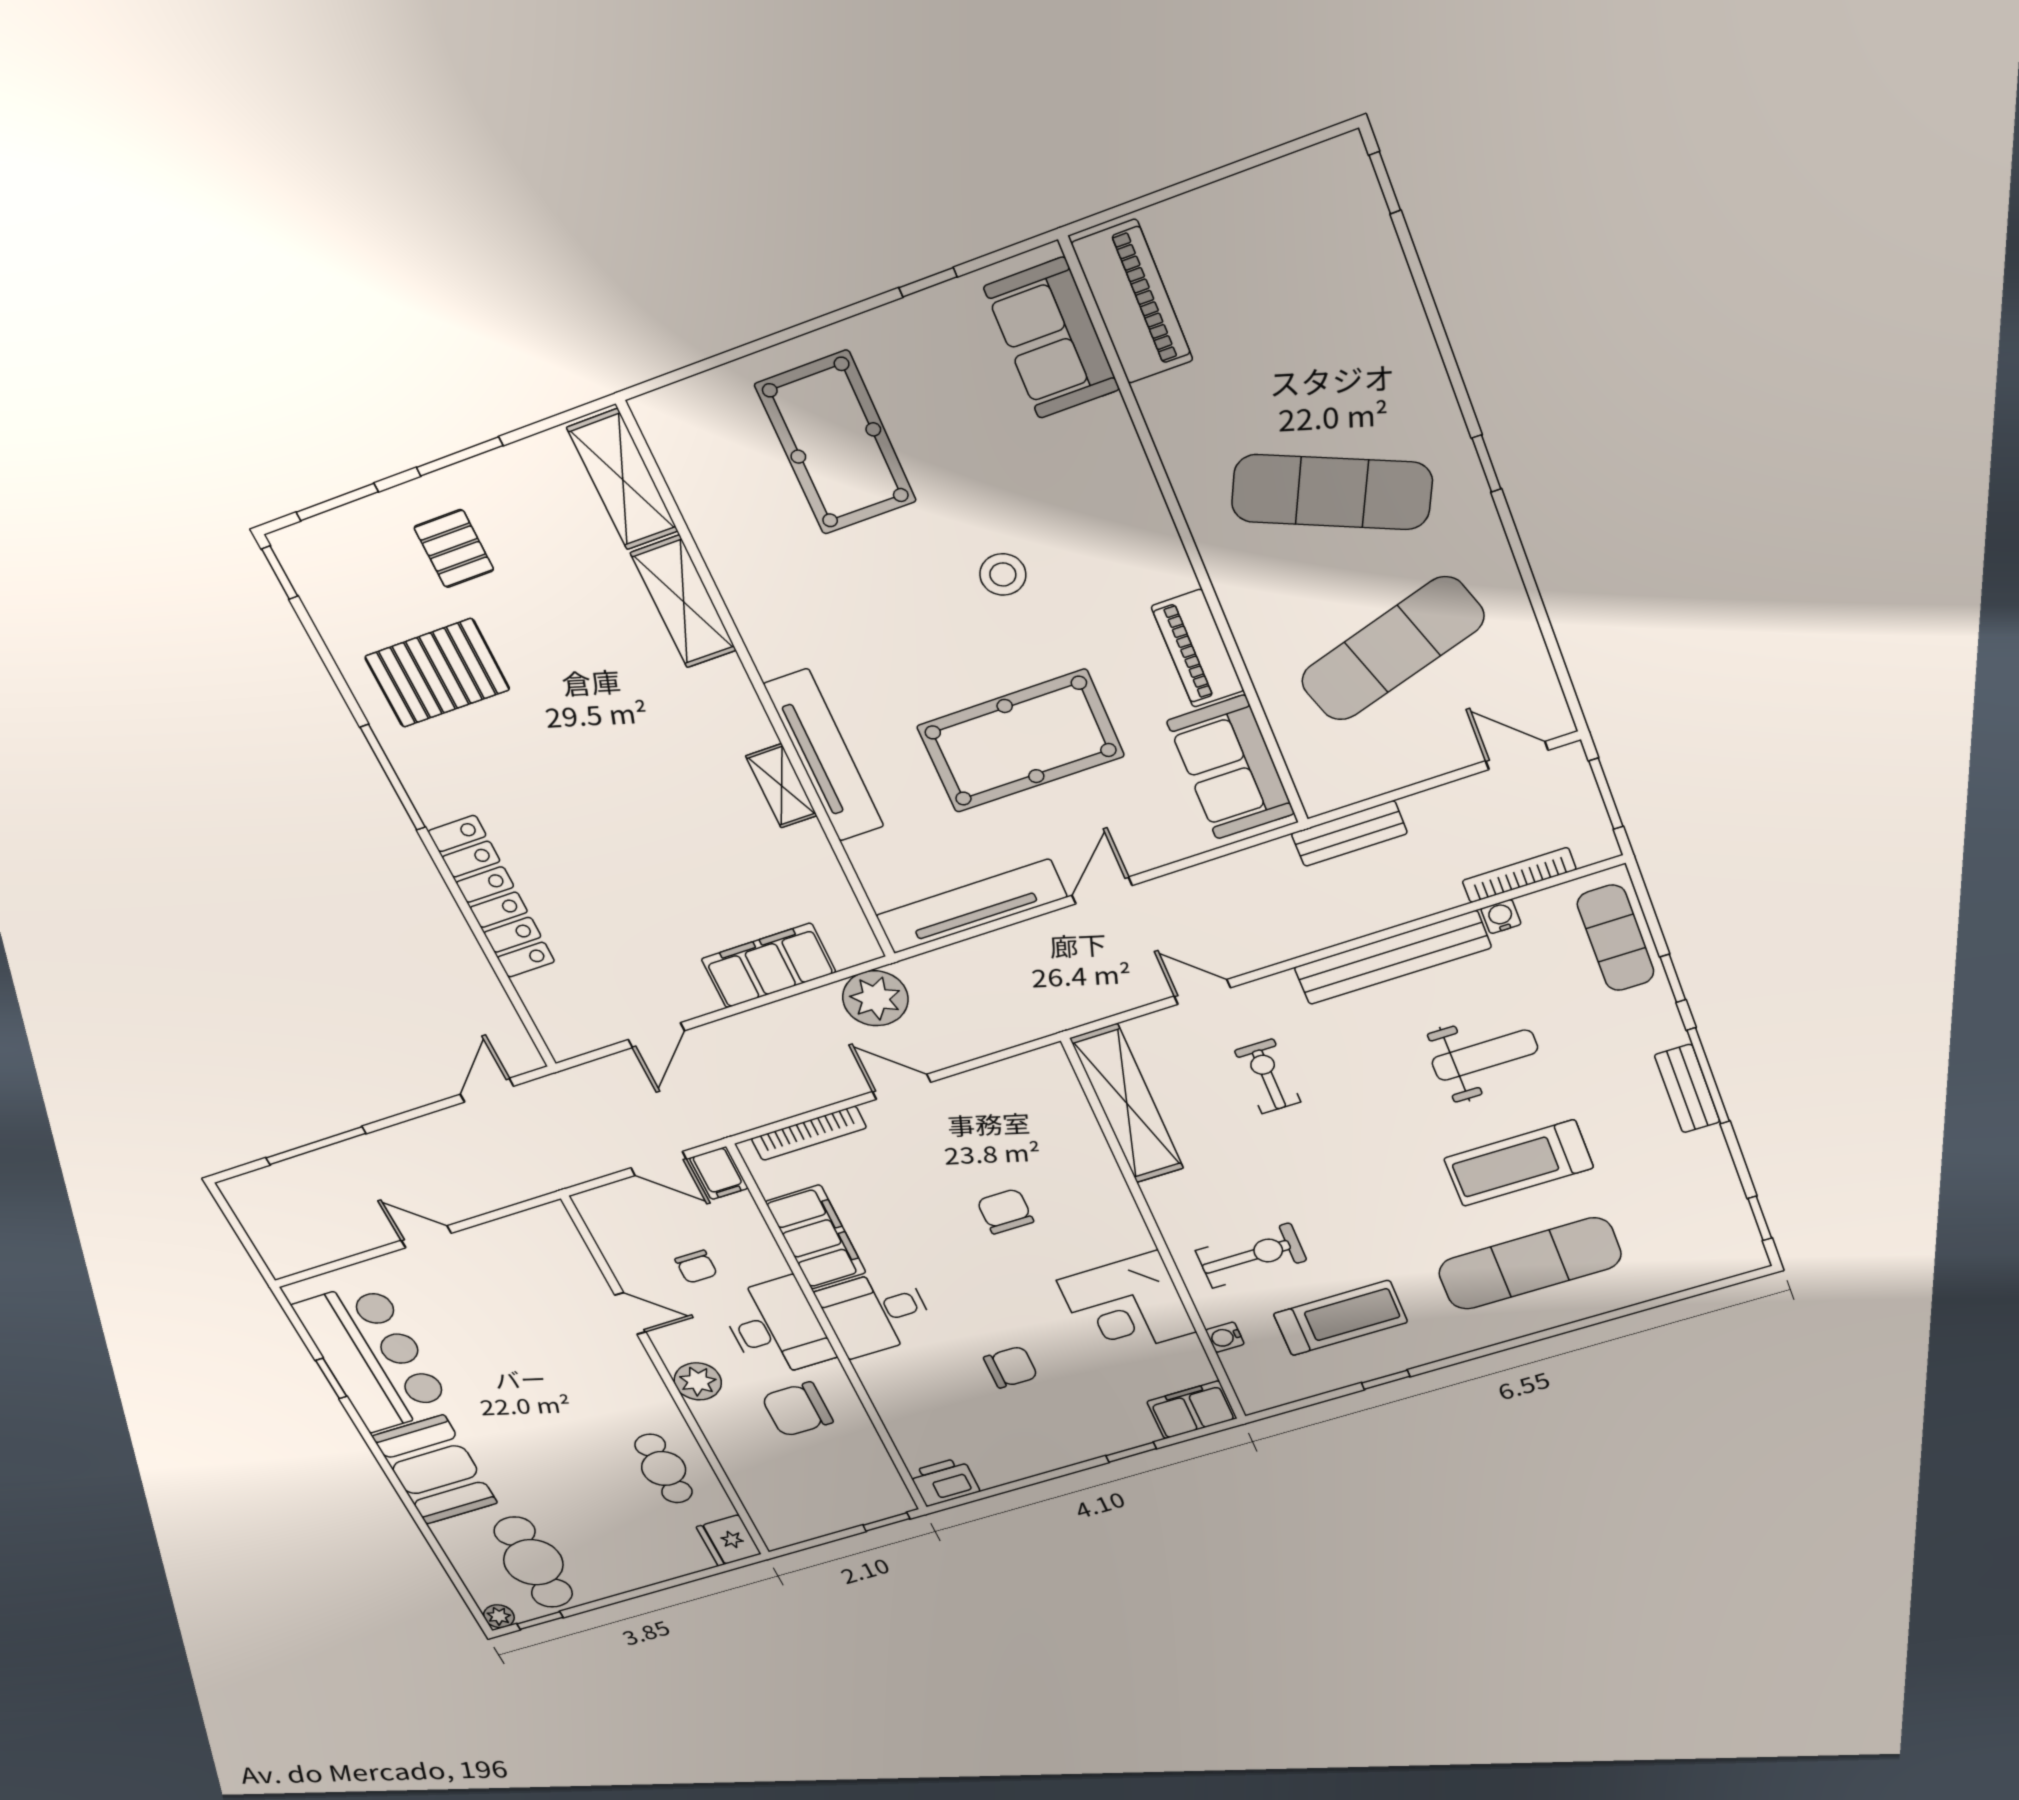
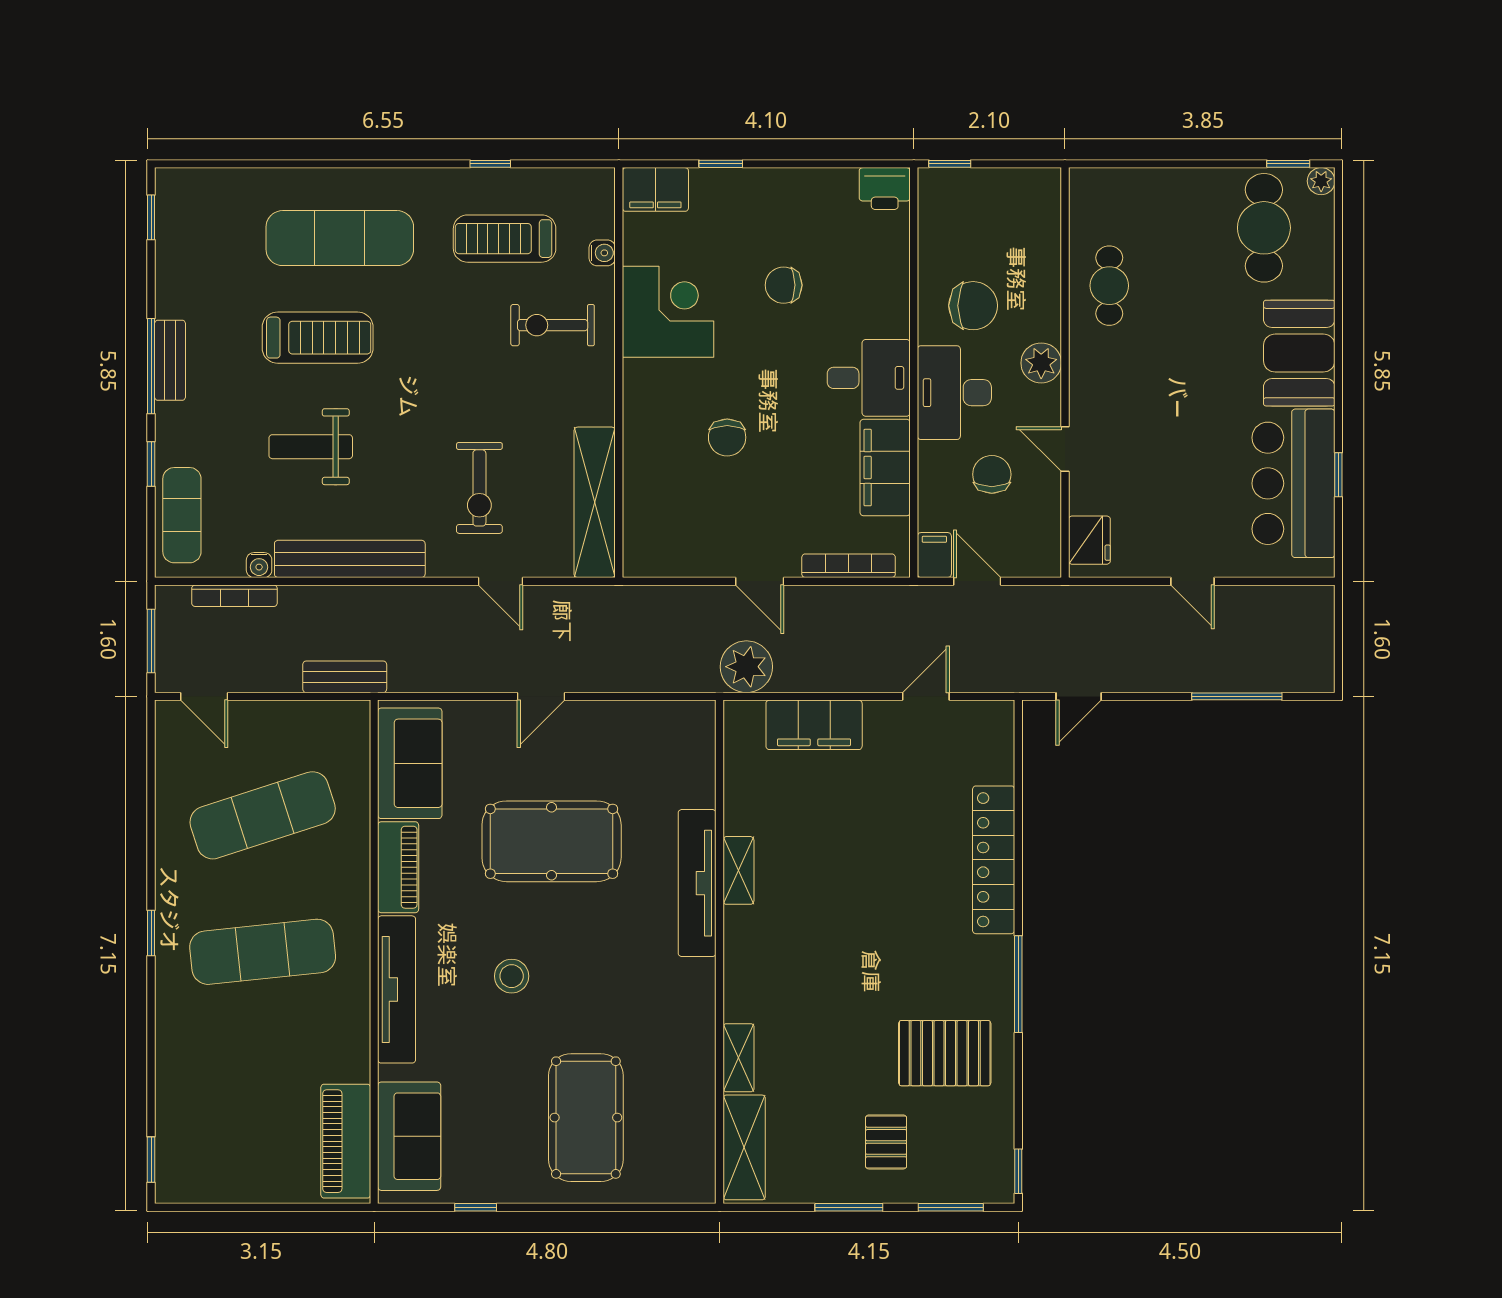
exercise mat: (1332, 492) -> (263, 952), turned -30
shelving: (684, 602) -> (739, 1058), width x0.67, depth x0.75
tv unit: (971, 906) -> (397, 989), moved, turned -90
exercise bike: (1268, 1076) -> (479, 488), width x1.38, depth x1.39
chair: (696, 1267) -> (992, 474), width x1.37, depth x1.37
fridge: (729, 1540) -> (1089, 540), moved

